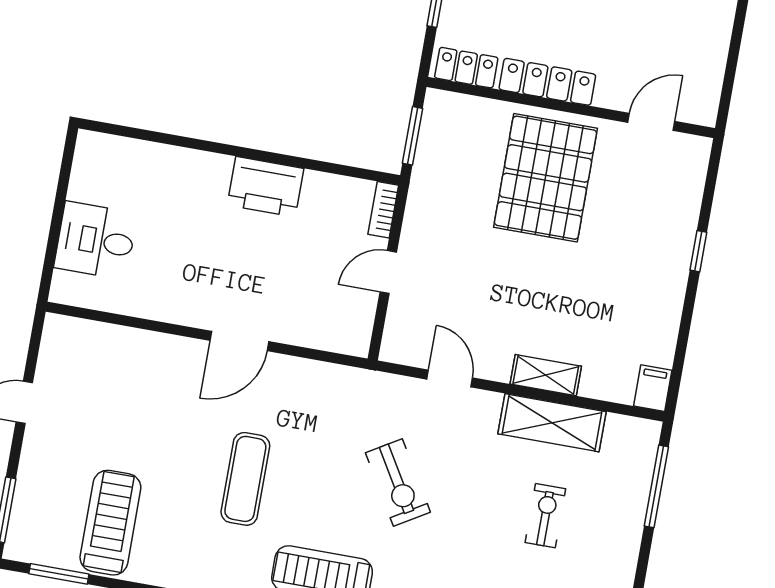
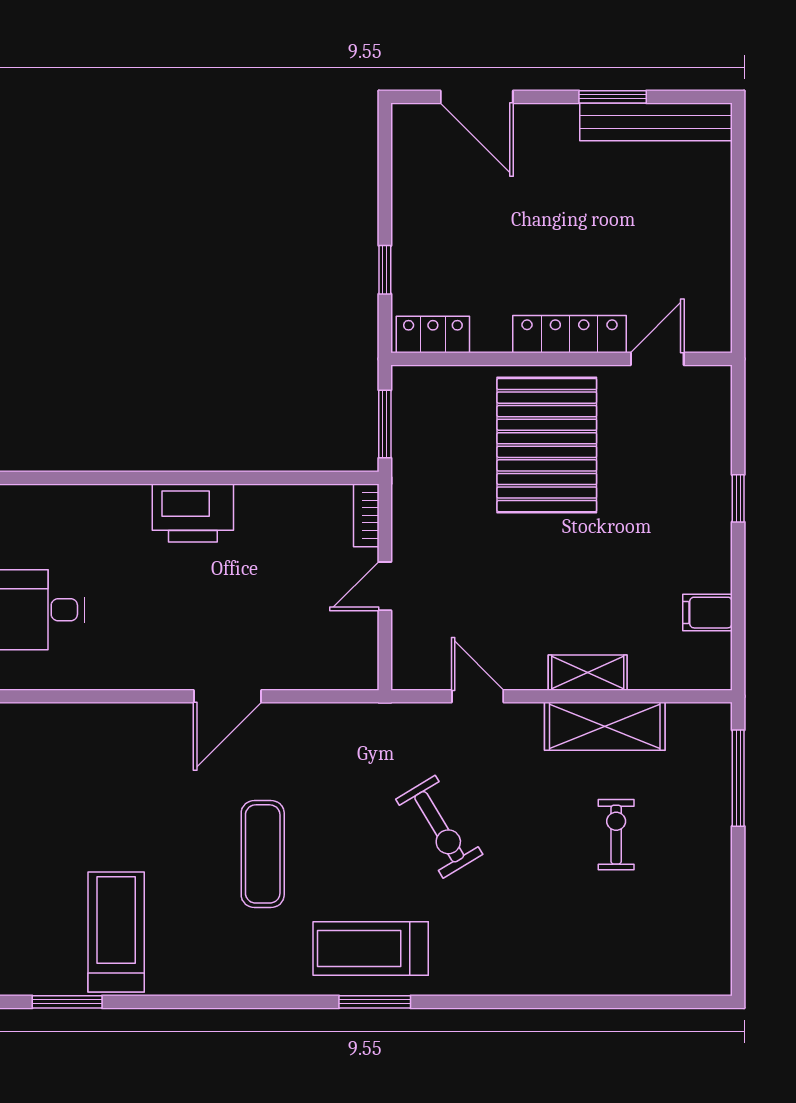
locker: (547, 82) -> (570, 334), moved
printer: (266, 187) -> (193, 513), moved
filing cabinet: (653, 388) -> (708, 613), moved, turned -90

